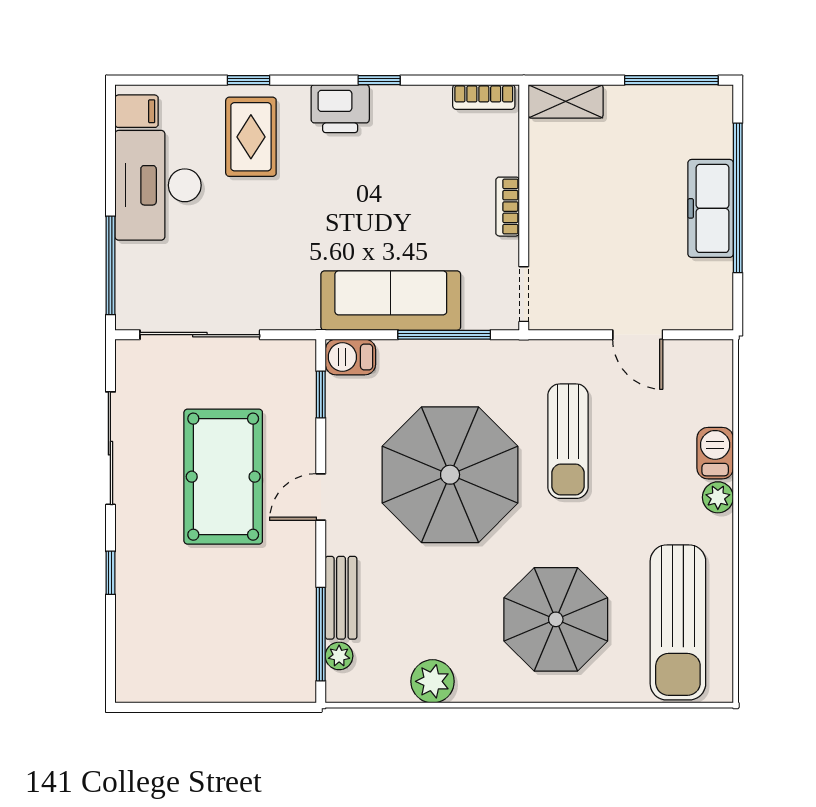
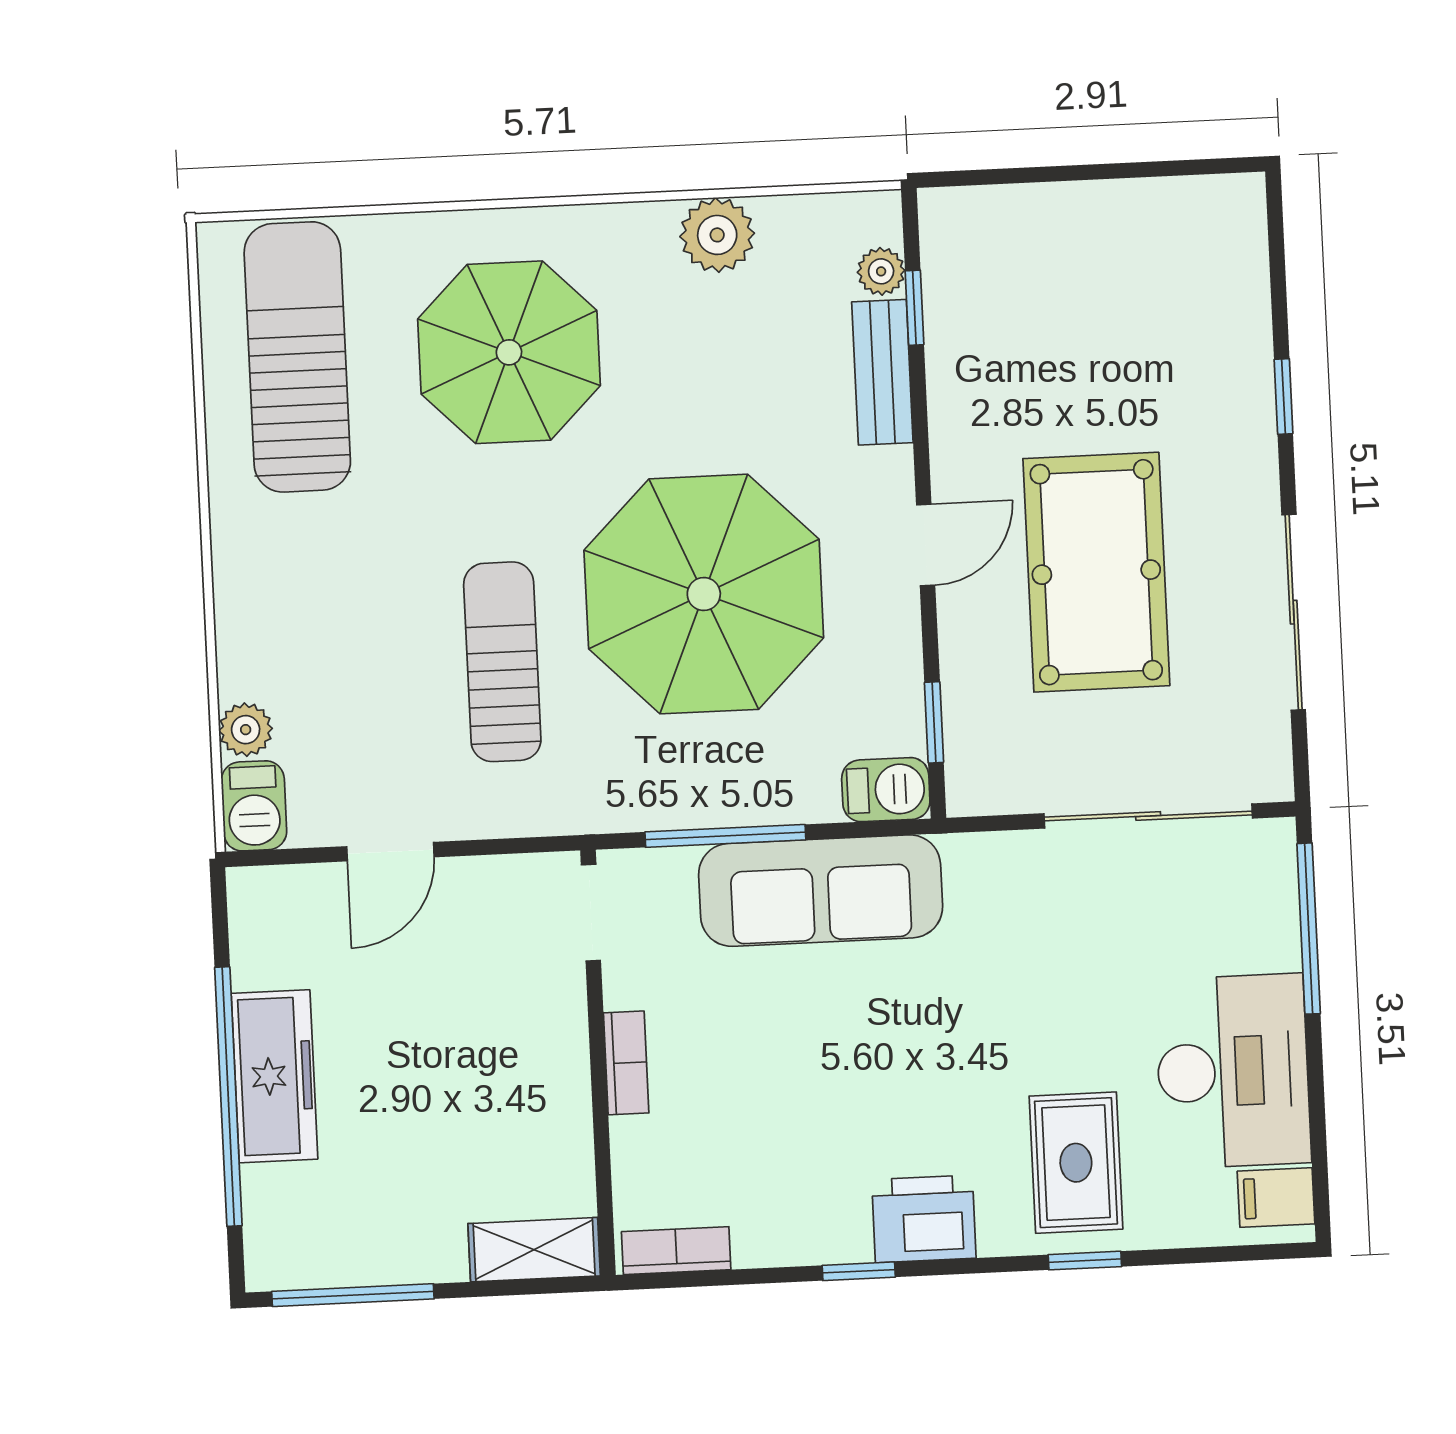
door: (638, 335) -> (390, 852), swing flipped
barbecue: (715, 453) -> (254, 806), moved
plant: (718, 497) -> (246, 730), moved
window: (321, 634) -> (914, 308), width x0.46

